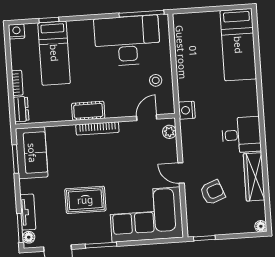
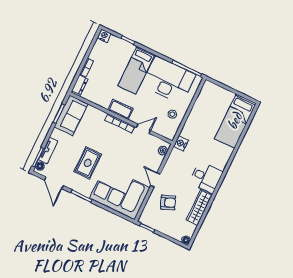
bed: (54, 53) -> (136, 70), moved
door: (147, 118) -> (143, 129), moved
rug: (85, 200) -> (88, 163), turned 90

